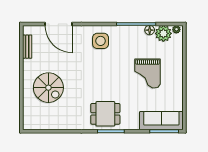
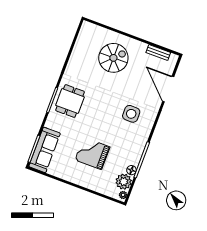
door: (59, 24) -> (168, 89), hinge flipped
side table: (101, 41) -> (131, 114), moved
spiral stairs: (48, 88) -> (113, 58), turned 180

